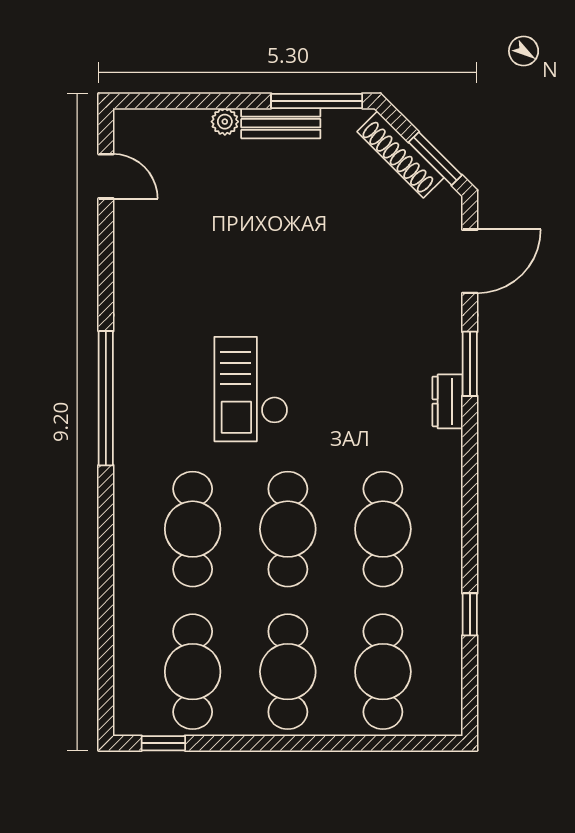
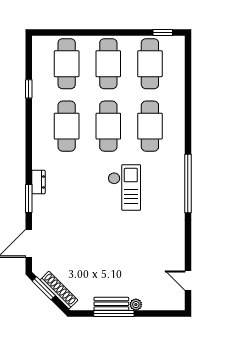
window: (317, 101) -> (114, 314), moved

